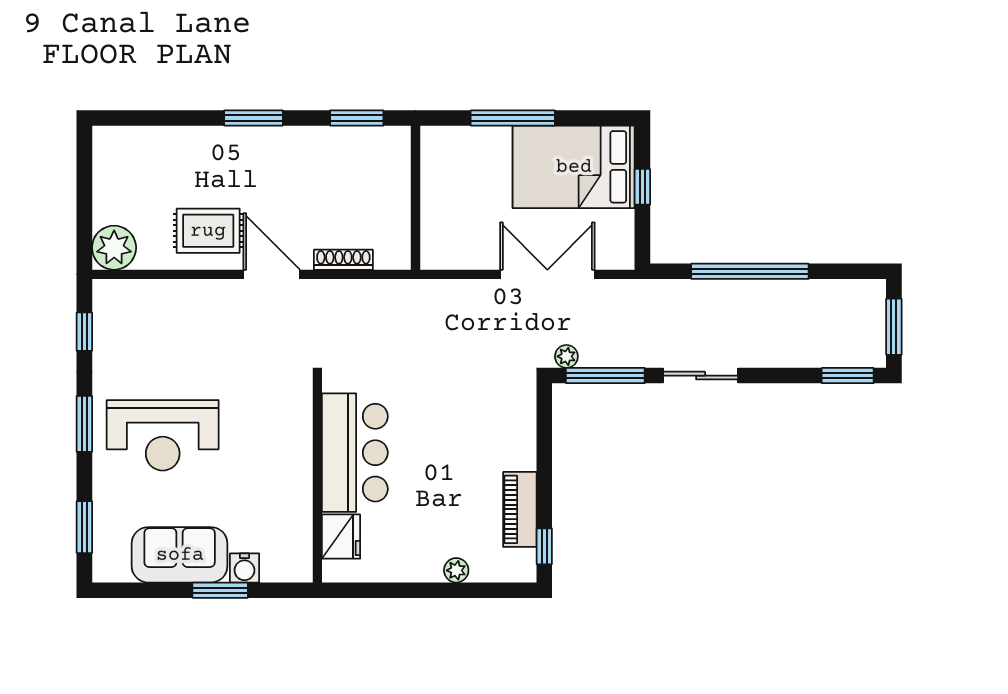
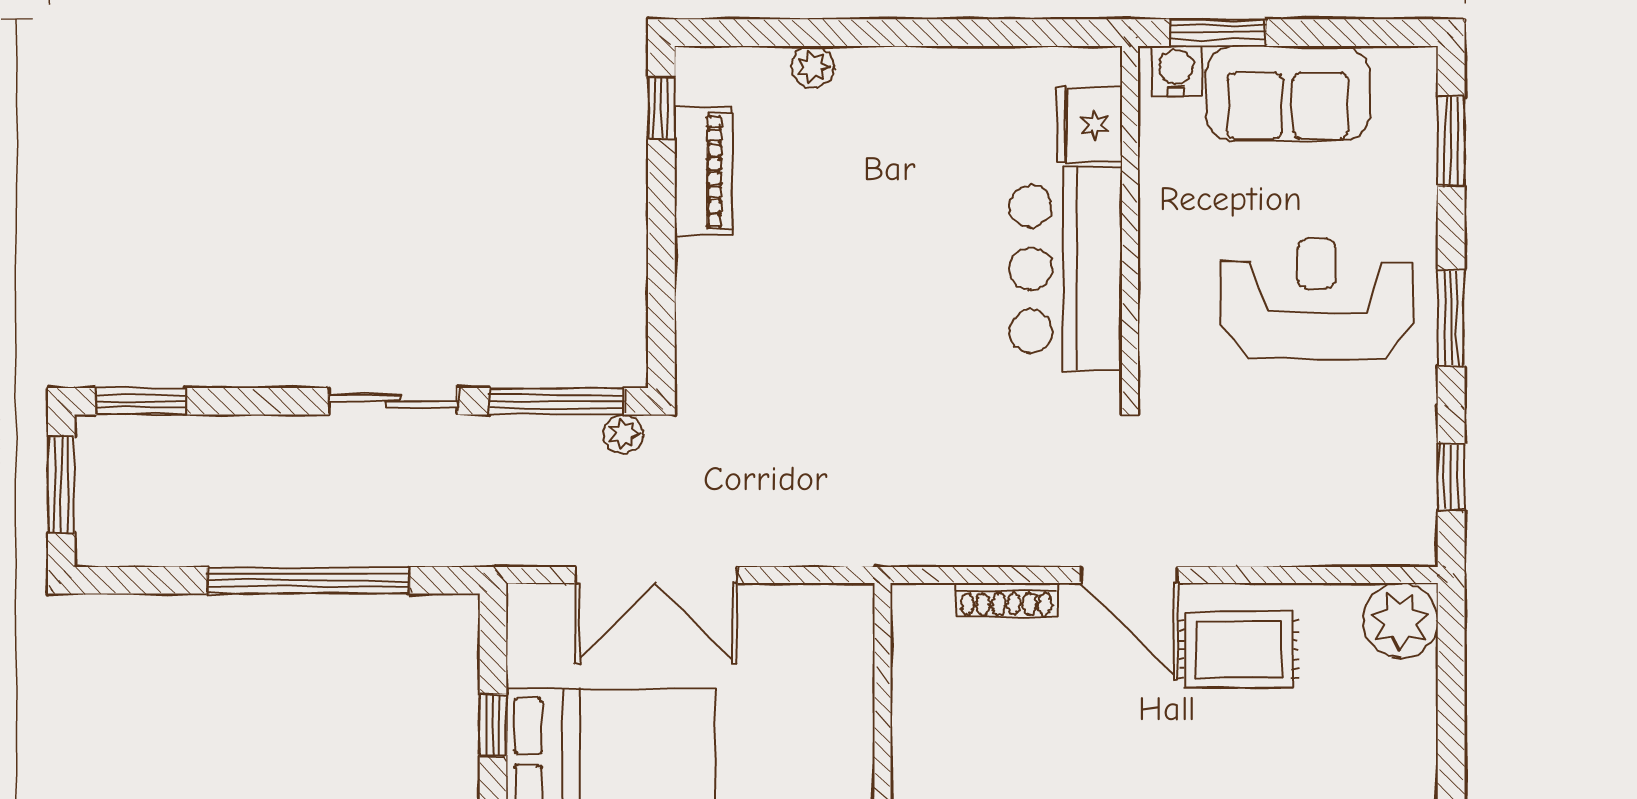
bar counter: (355, 453) -> (1066, 269), moved
wall: (317, 480) -> (1130, 222), moved
fridge: (341, 537) -> (1089, 125), moved

